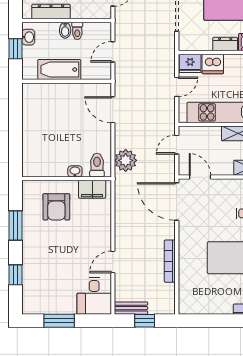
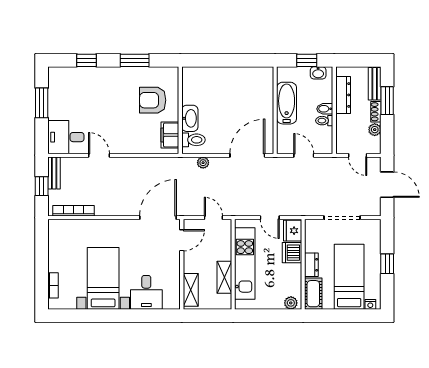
door: (113, 110) -> (247, 155), width x1.36
plant: (126, 160) -> (203, 163), width x0.53, depth x0.53
washbasin: (75, 171) -> (190, 118), width x1.91, depth x1.45
bookcase: (170, 261) -> (73, 211), moved

